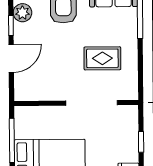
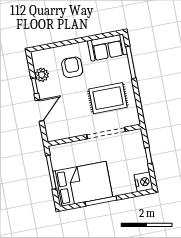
rug: (102, 58) -> (108, 98), width x1.36, depth x1.43

